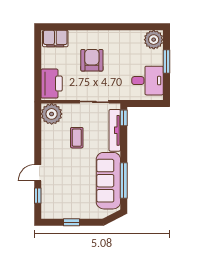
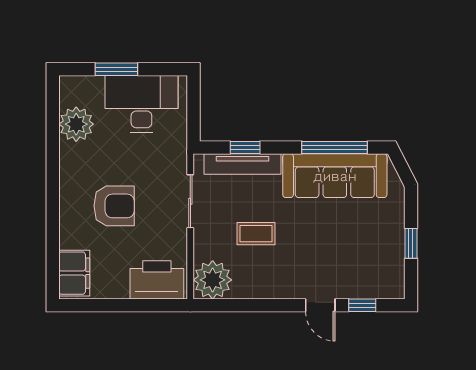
plant: (154, 40) -> (76, 124), moved
armchair: (92, 60) -> (114, 206), turned 180
desk: (148, 81) -> (141, 104), width x1.37
window: (124, 118) -> (245, 147), moved

